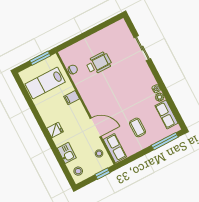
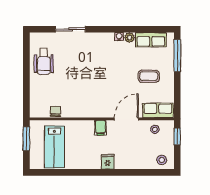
wheelchair: (99, 63) -> (44, 62), moved, turned 180
filing cabinet: (72, 98) -> (100, 128), moved
kitchen sink: (67, 153) -> (137, 162), removed

